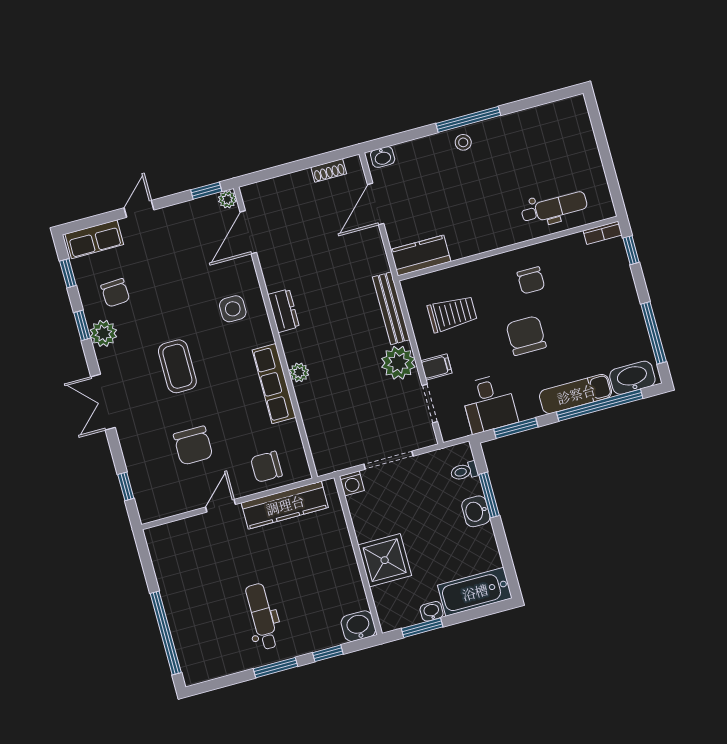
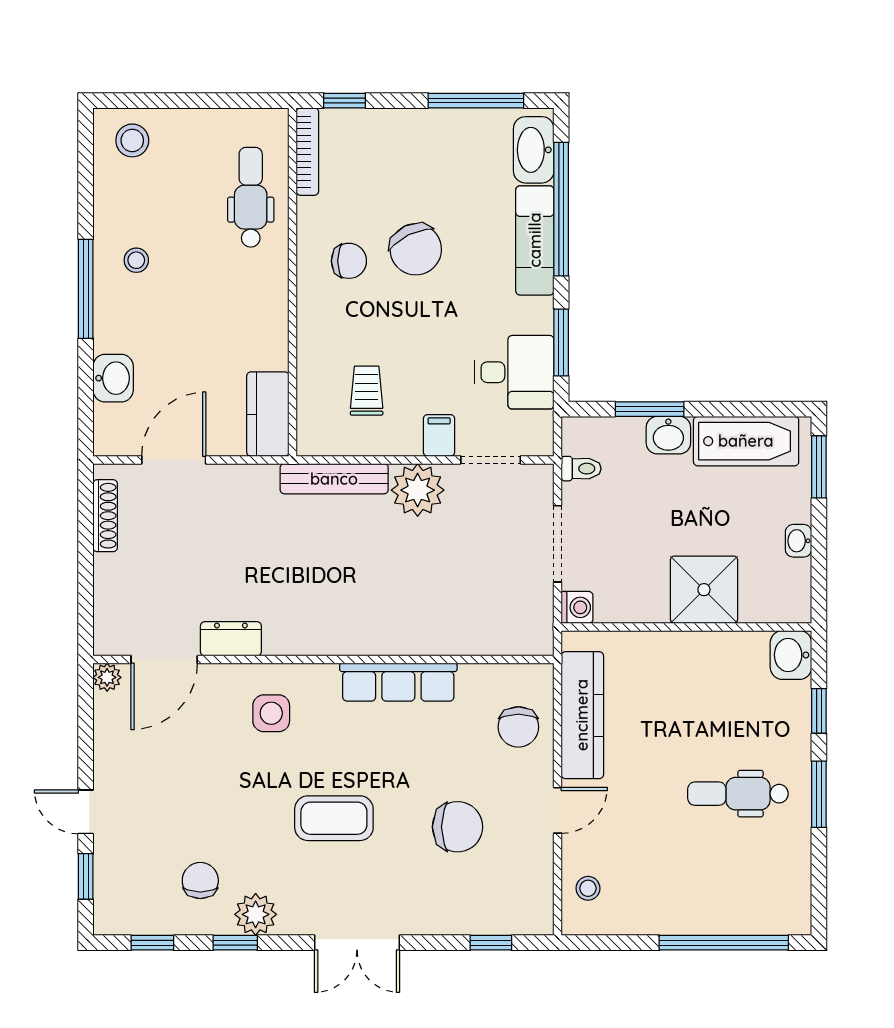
stool: (570, 123) -> (132, 140), added
stool: (463, 142) -> (136, 260), moved
washbasin: (383, 157) -> (113, 378), moved, width x1.38, depth x1.45
shoe rack: (329, 170) -> (105, 516), width x1.43
window: (206, 191) -> (86, 876), moved
door: (376, 204) -> (174, 460), swing flipped
door: (248, 232) -> (164, 660), hinge flipped
bookcase: (603, 233) -> (307, 152), width x1.56
row of seats: (94, 239) -> (113, 890), removed
chair: (115, 293) -> (200, 881), turned -87
dresser: (284, 311) -> (231, 639), moved
trolley: (452, 314) -> (367, 391), width x0.73, depth x0.72
chair: (526, 336) -> (416, 249), moved, turned -116
plant: (299, 372) -> (392, 641), removed
toilet: (464, 471) -> (581, 469), moved, turned -90
door: (221, 506) -> (558, 810), swing flipped
stool: (177, 538) -> (588, 888), added
bathtub: (475, 592) -> (746, 441), moved, turned -90
window: (422, 628) -> (819, 467), moved

